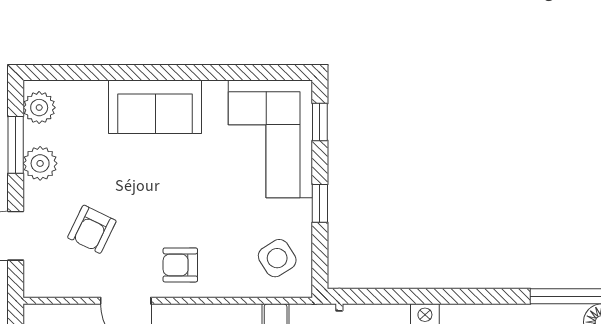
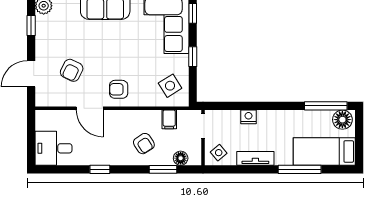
window: (16, 145) -> (31, 26), width x0.67
plant: (40, 163) -> (44, 35), removed

